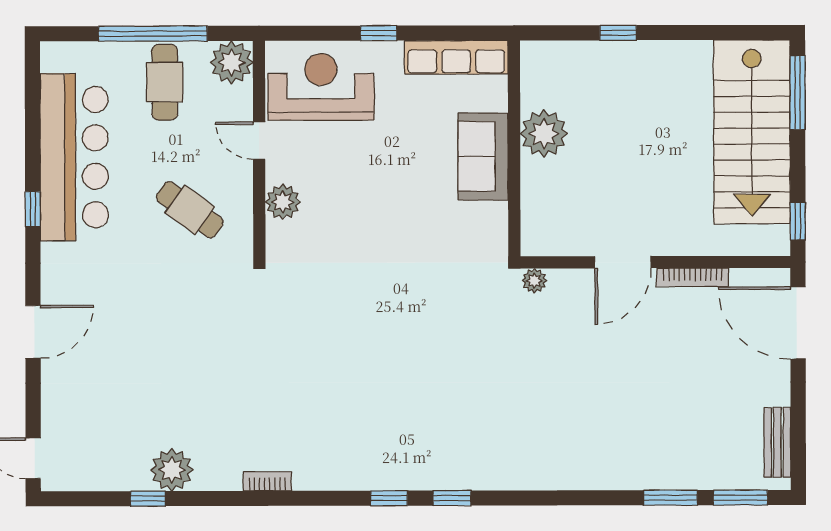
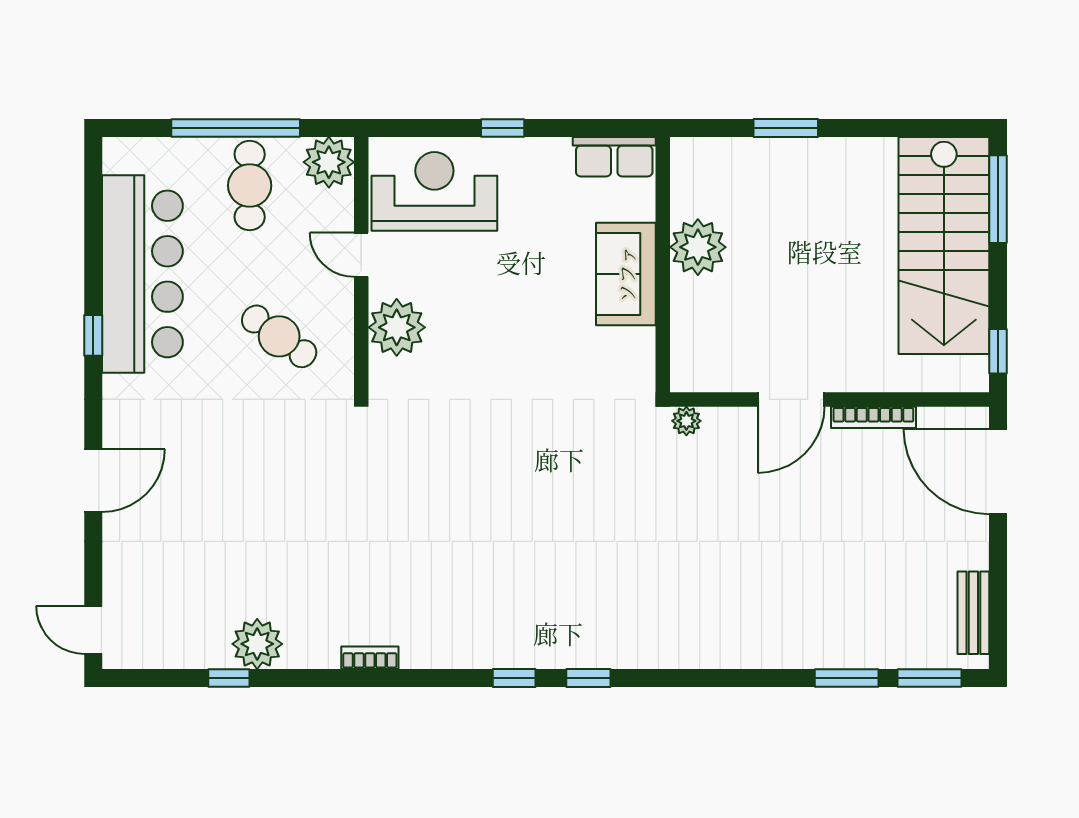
window: (618, 33) -> (786, 128), width x1.50
row of seats: (456, 57) -> (614, 157), width x0.68
plant: (283, 202) -> (397, 327), width x1.36, depth x1.36

